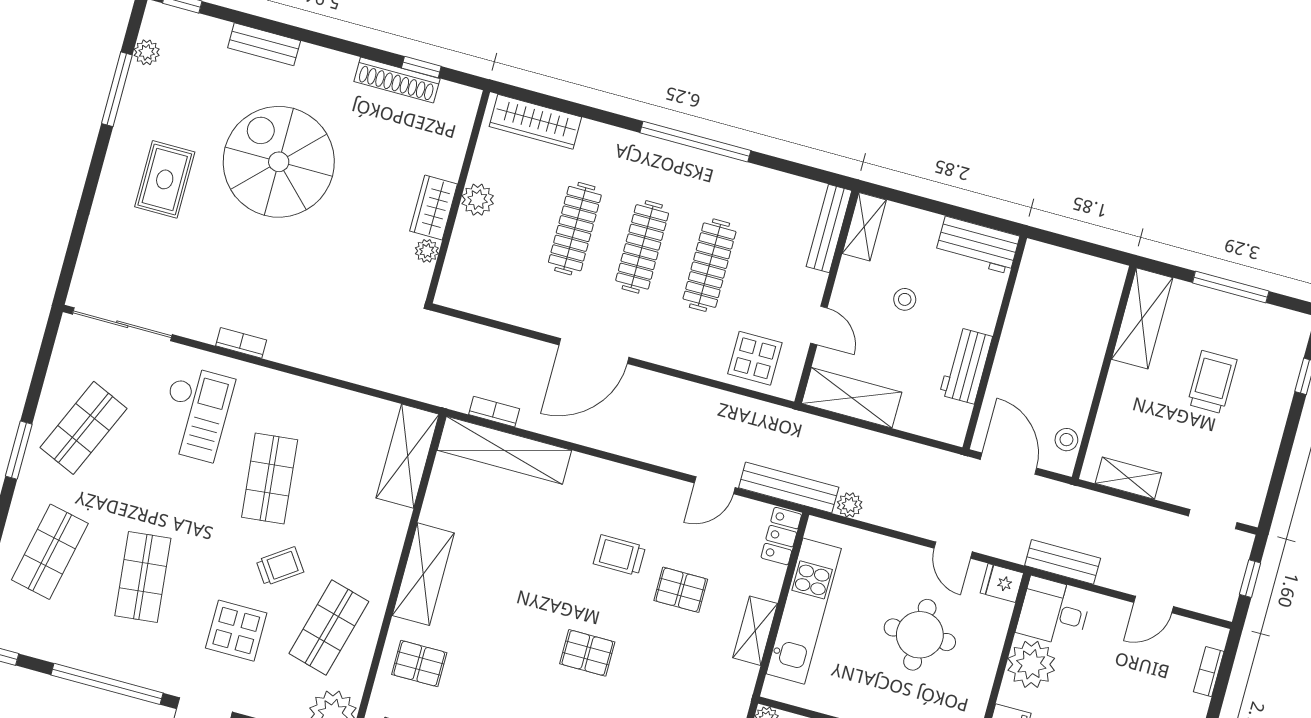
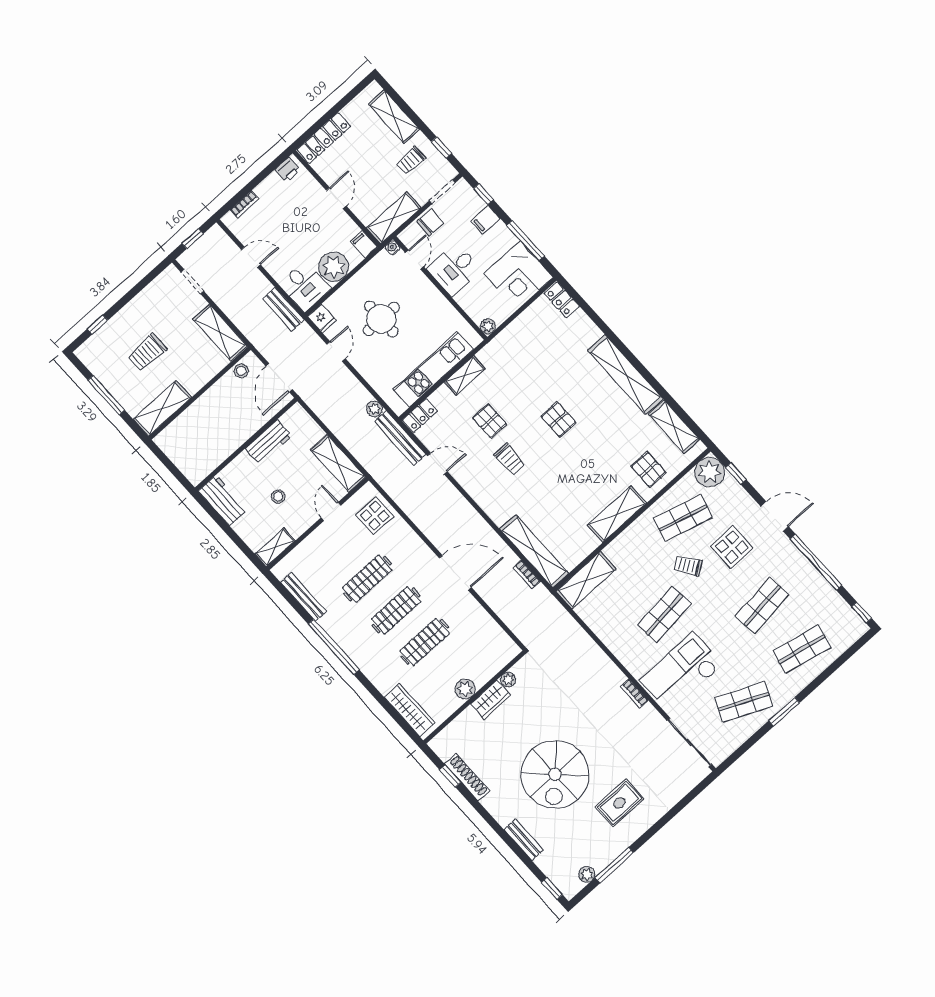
bench: (829, 229) -> (303, 597), moved, turned 90
checkout: (195, 413) -> (681, 672), width x1.36, depth x1.21
shelving: (1128, 478) -> (220, 332), width x1.50, depth x1.33

